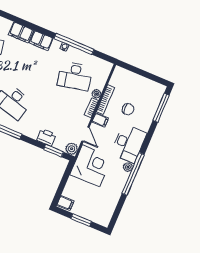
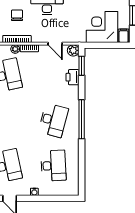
filing cabinet: (100, 120) -> (37, 36), removed
door: (85, 134) -> (55, 44), swing flipped
corner desk: (91, 166) -> (102, 27), moved

